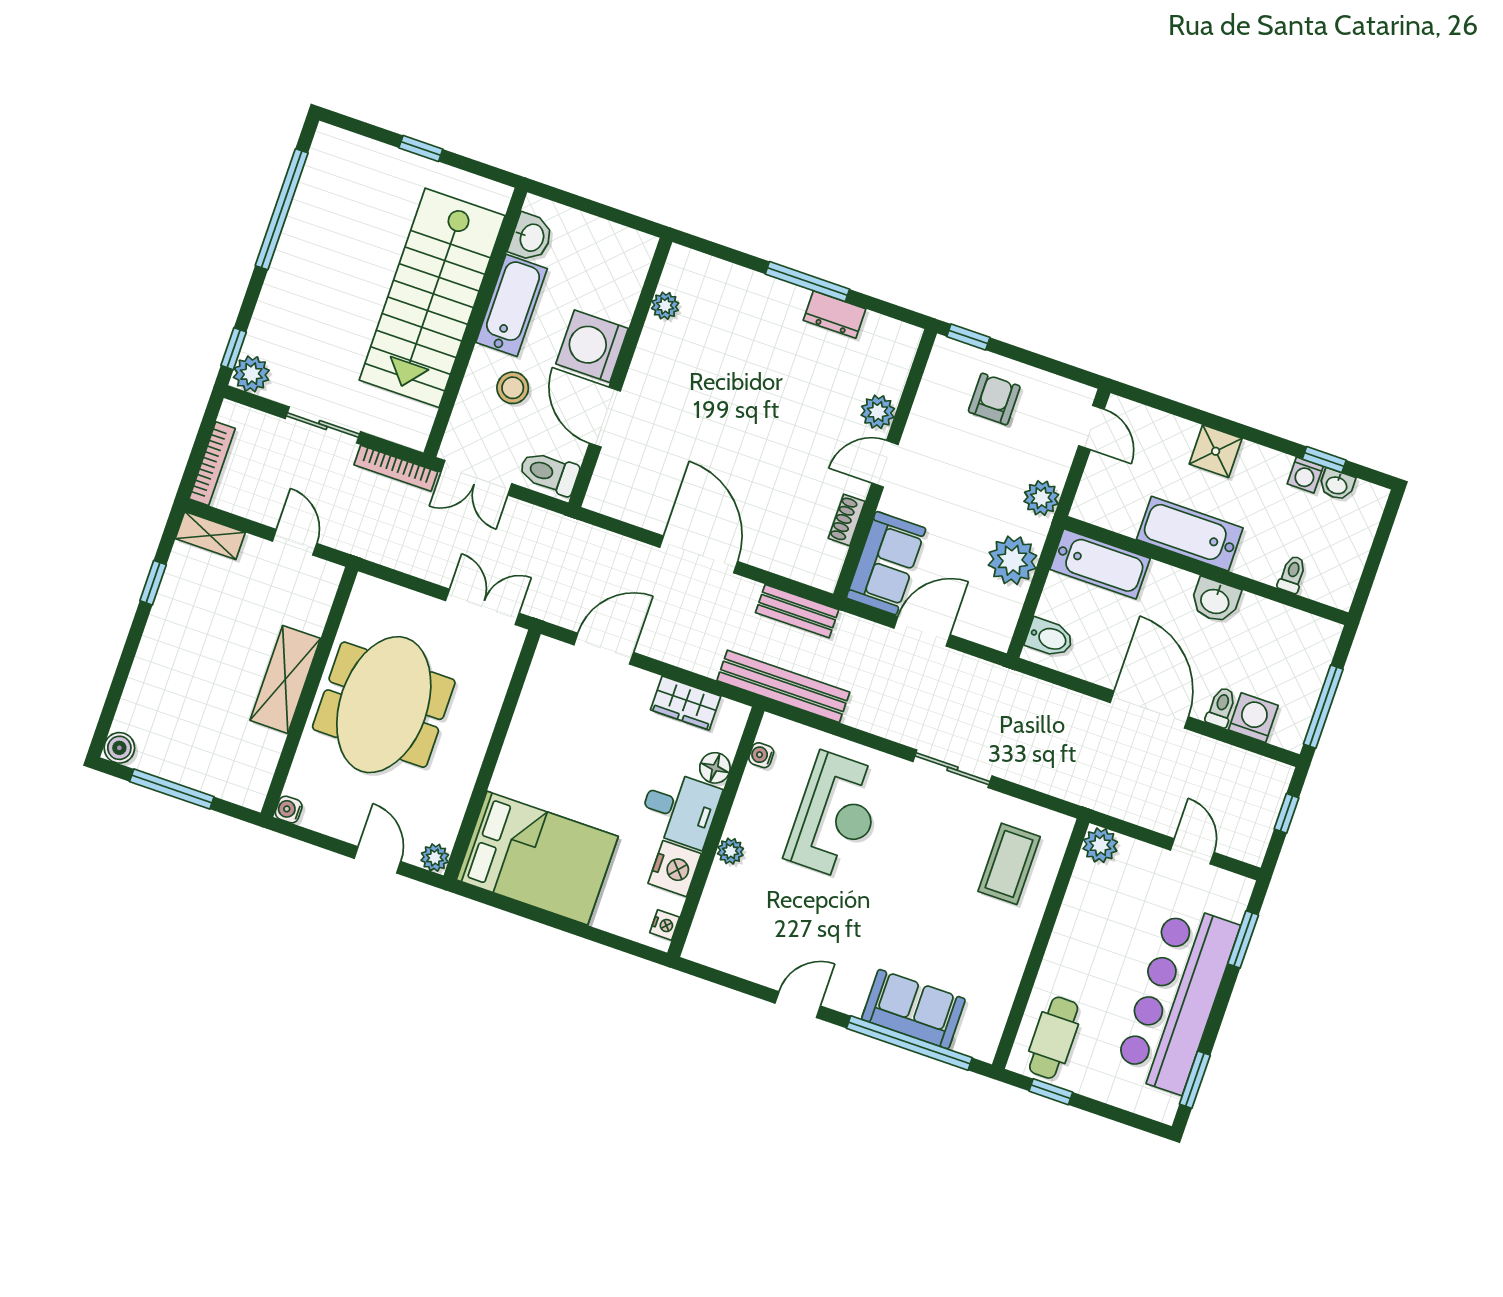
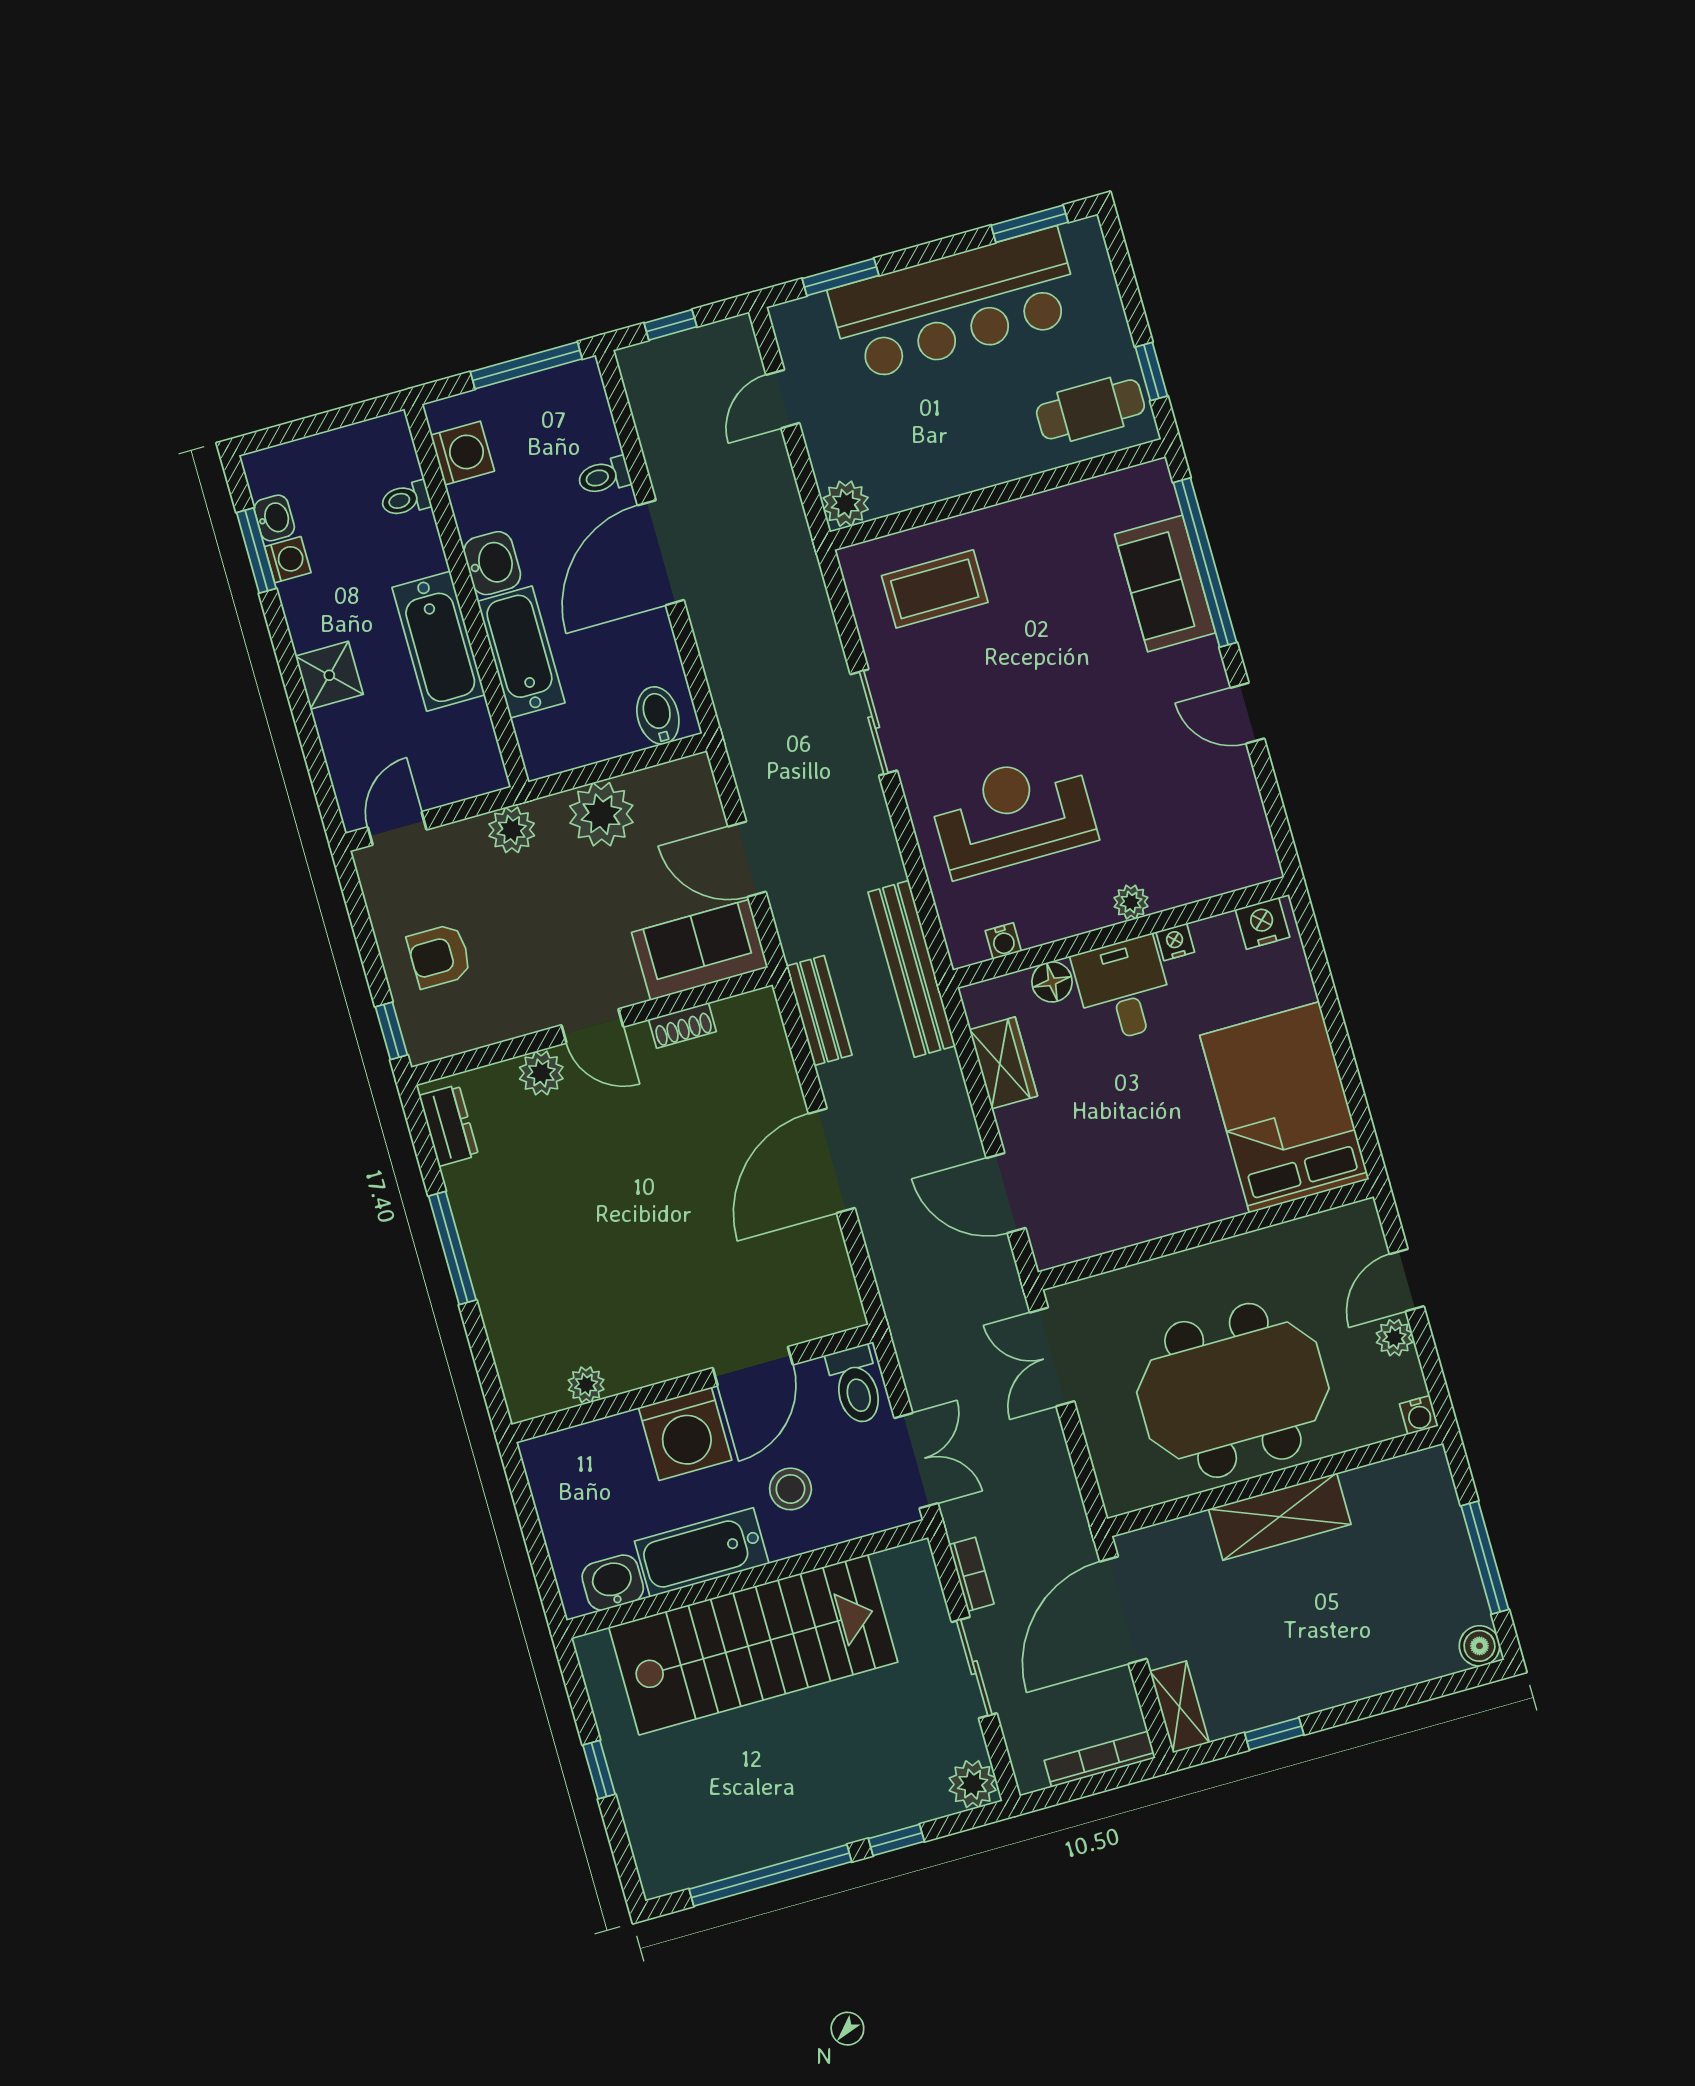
dresser: (835, 315) -> (449, 1125), moved
window: (234, 349) -> (896, 1840), moved
window: (1324, 460) -> (256, 551), width x1.50
bookcase: (396, 468) -> (972, 1574), width x0.64
door: (295, 542) -> (1123, 1610), width x1.88
bathtub: (1100, 564) -> (521, 652), moved
washing machine: (1253, 718) -> (462, 453), moved, turned 180
plant: (435, 858) -> (1394, 1338), moved
nightstand: (675, 869) -> (1175, 942), width x0.53, depth x0.56
nightstand: (665, 925) -> (1262, 923), width x1.39, depth x1.35

